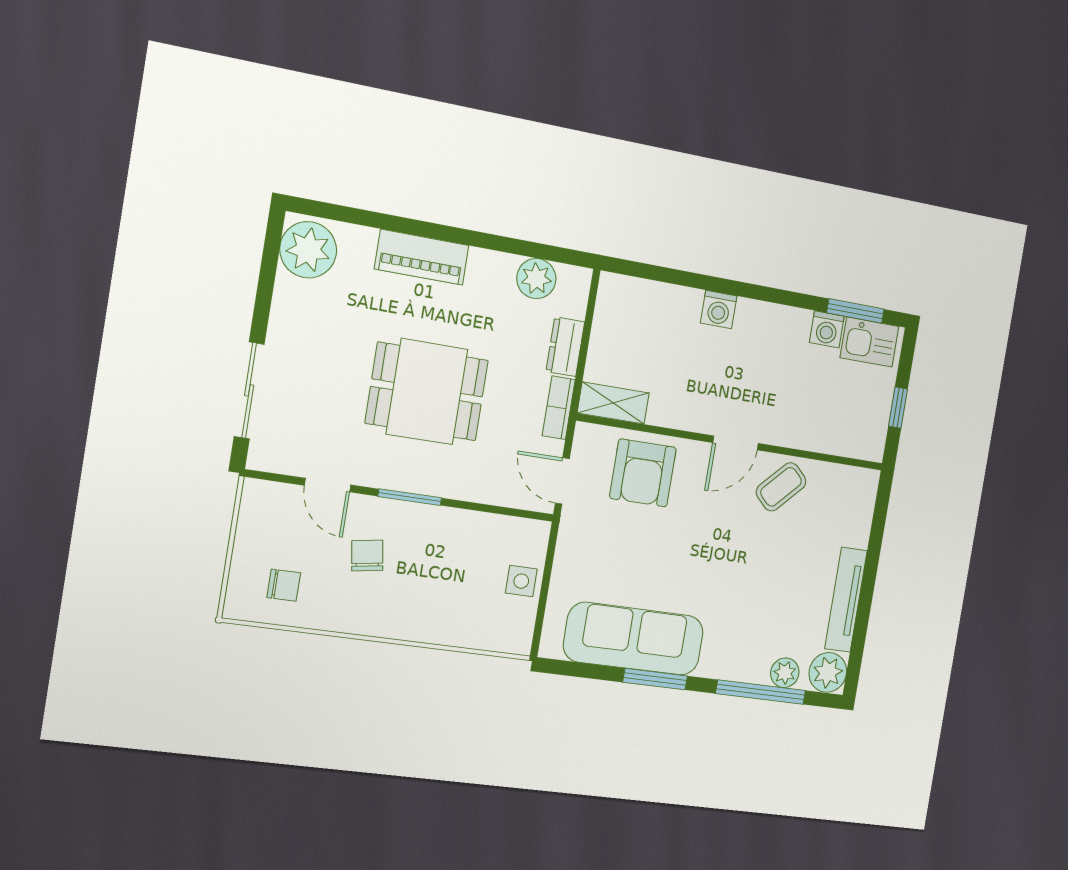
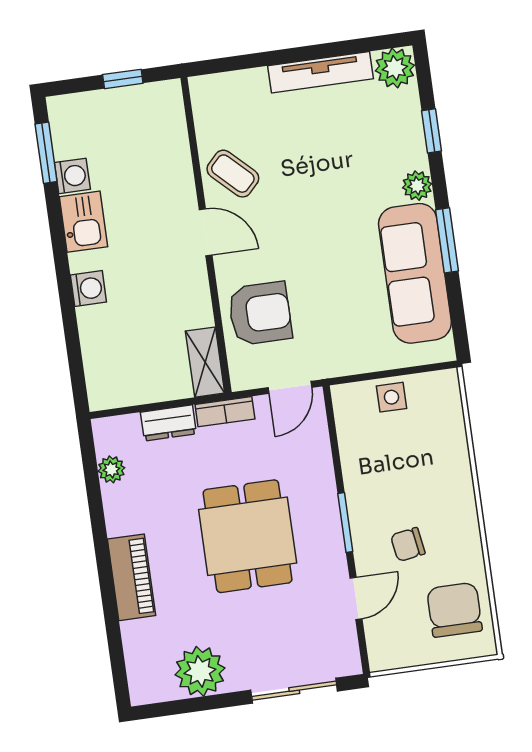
plant: (308, 250) -> (200, 671), moved
plant: (536, 279) -> (111, 469), width x0.73, depth x0.73
kitchen sink: (869, 342) -> (84, 222), moved
chair: (284, 585) -> (455, 610), width x1.87, depth x1.87
plant: (785, 673) -> (417, 186), moved
window: (761, 692) -> (432, 131), width x0.46

